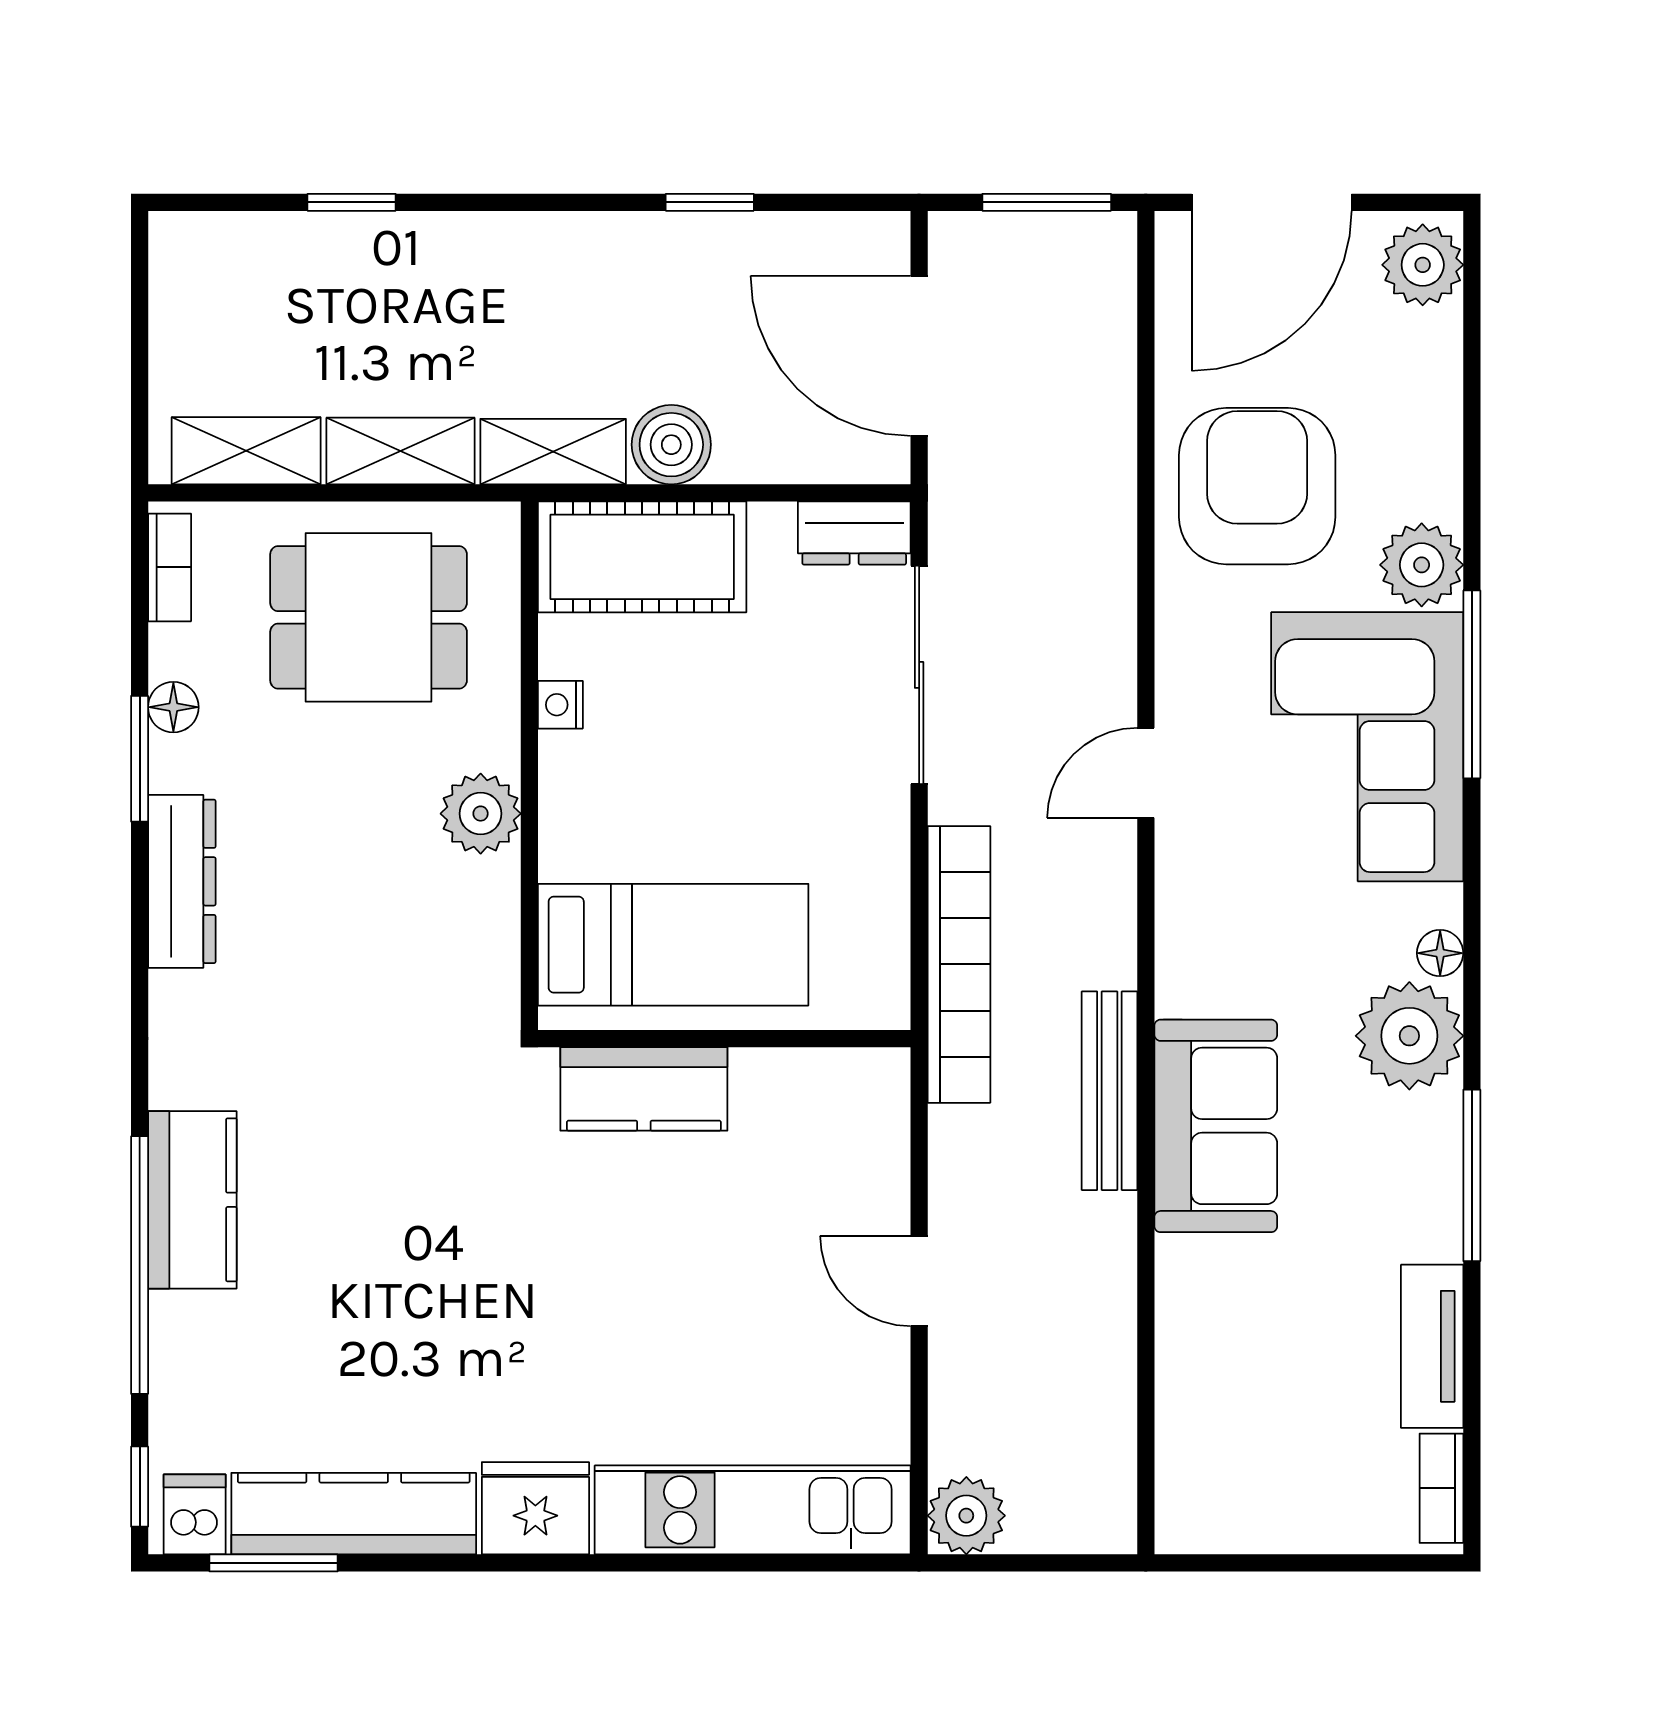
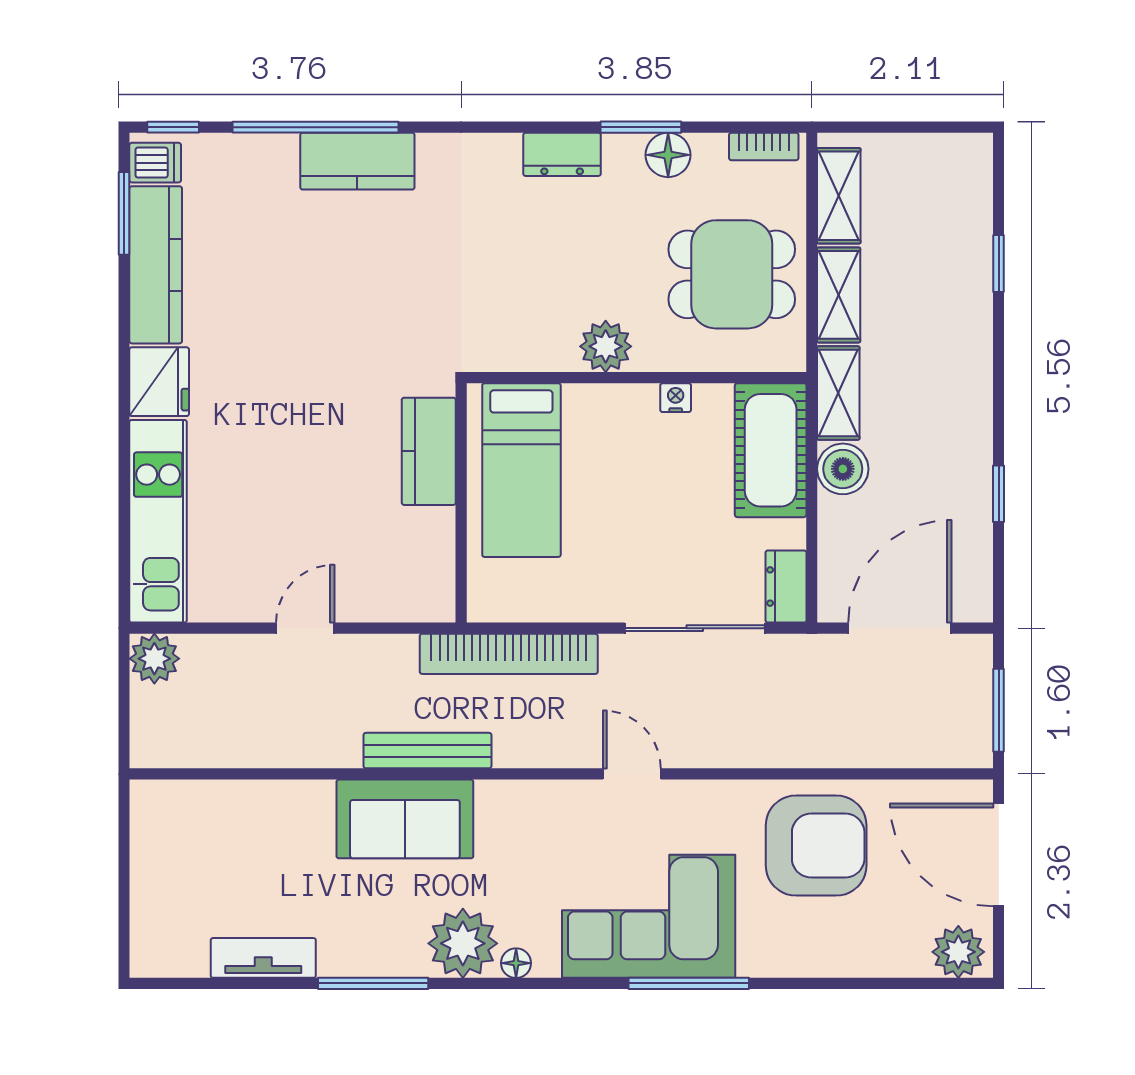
plant: (1422, 565) -> (765, 951), removed
dining table: (369, 617) -> (732, 274), turned 90
floor lamp: (173, 707) -> (668, 155), width x1.37, depth x1.37
dresser: (182, 881) -> (562, 154), width x0.70
bookcase: (1441, 1488) -> (172, 964), removed

